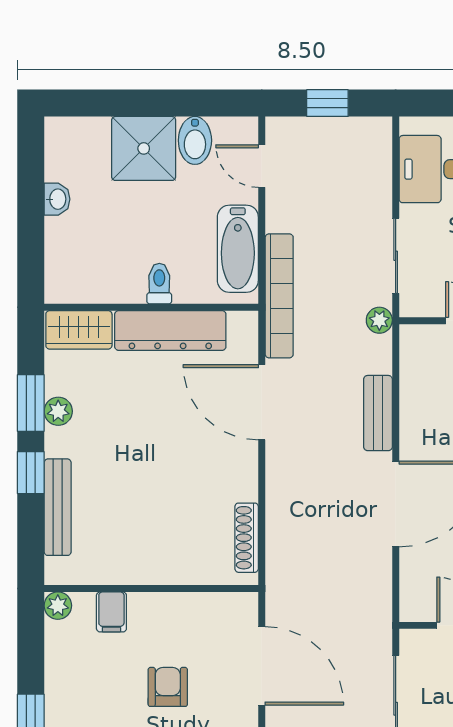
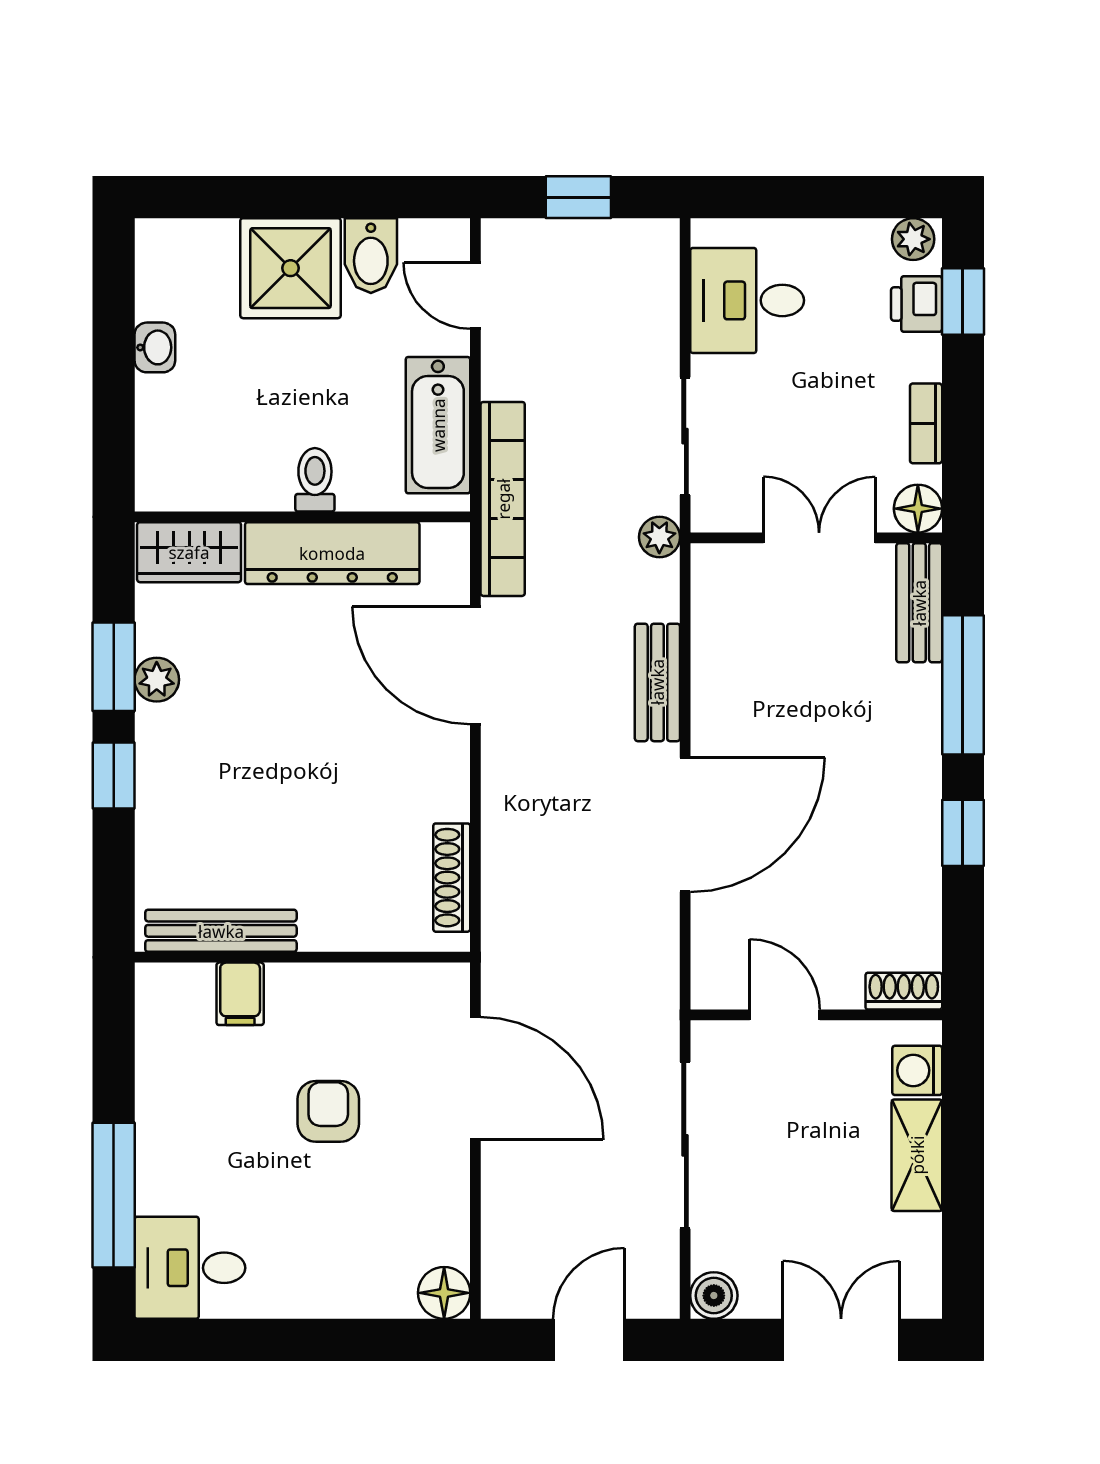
bench: (58, 507) -> (221, 931), moved, turned 90
plant: (58, 606) -> (156, 984), removed

